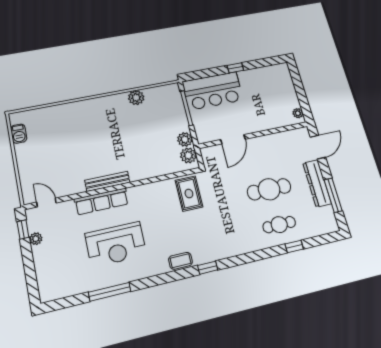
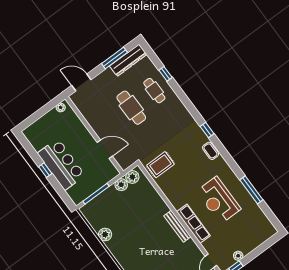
bar counter: (213, 91) -> (61, 164), moved
dresser: (317, 183) -> (128, 60), moved
reception desk: (116, 244) -> (219, 200), turned 180

